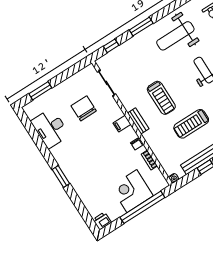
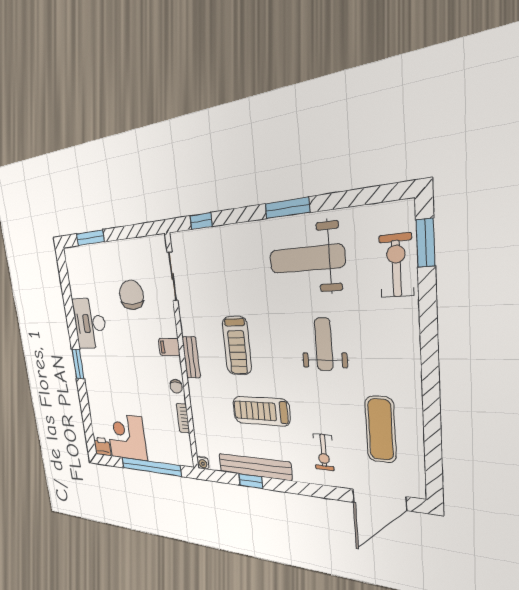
window: (141, 27) -> (287, 208), moved
desk: (50, 128) -> (90, 323), moved
corner desk: (132, 191) -> (126, 437), moved

